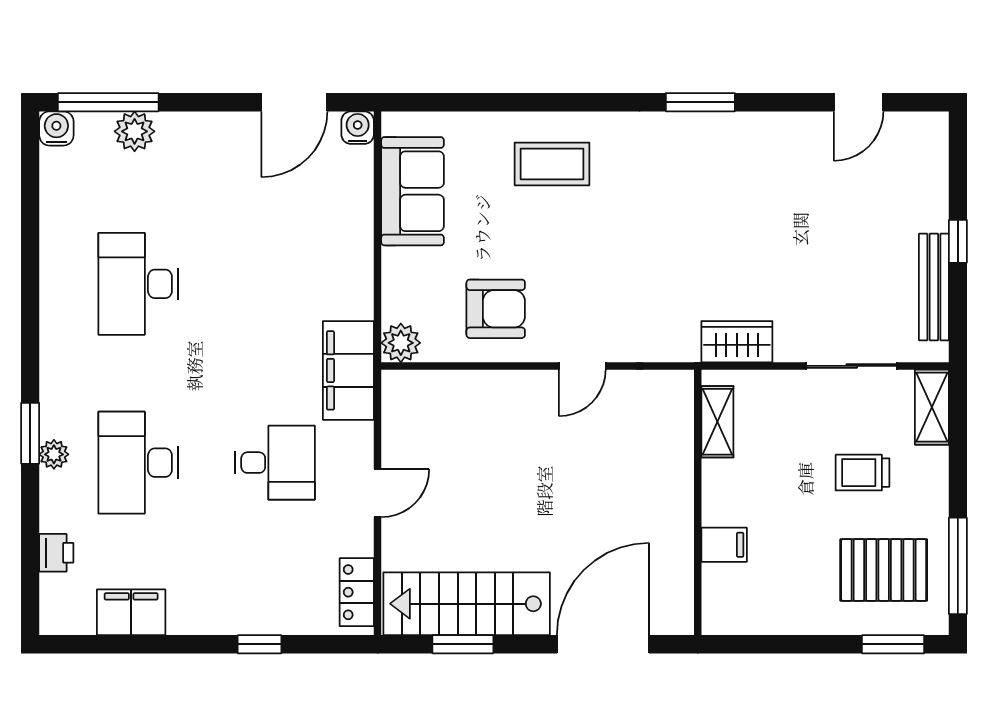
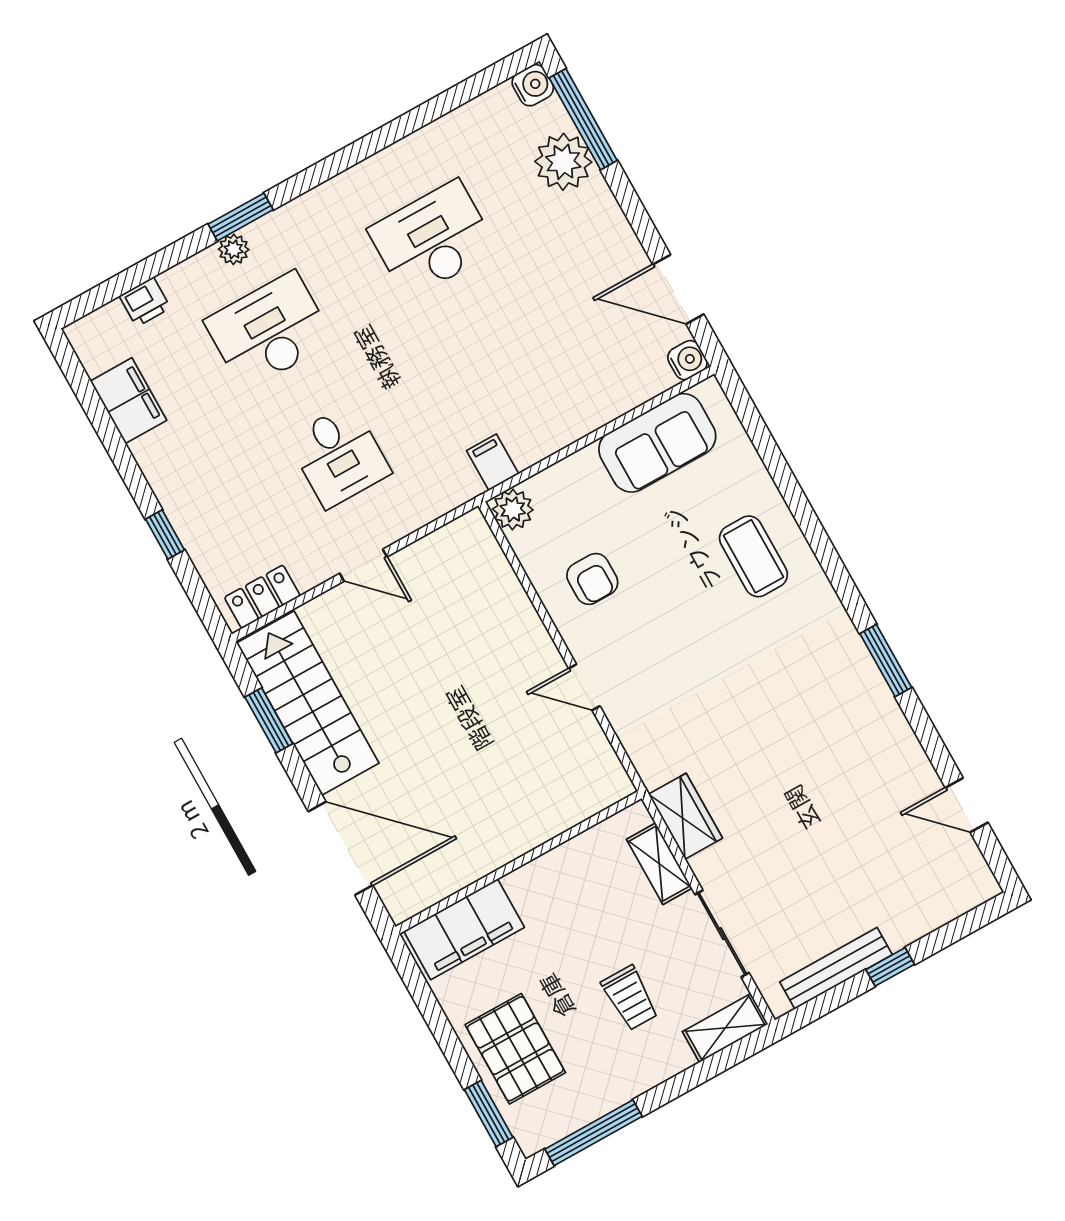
plant: (135, 131) -> (563, 162), width x1.36, depth x1.36
armchair: (496, 309) -> (592, 579), width x0.72, depth x0.72
filing cabinet: (348, 370) -> (493, 462), width x0.33, depth x0.86
shelving: (717, 422) -> (659, 864), moved, turned 90
trolley: (863, 473) -> (630, 998), turned 180
filing cabinet: (724, 545) -> (464, 929), width x3.00, depth x1.17
pallet: (884, 570) -> (515, 1049), moved

